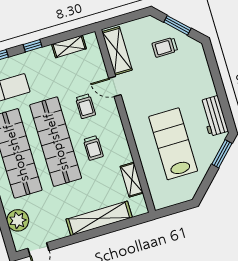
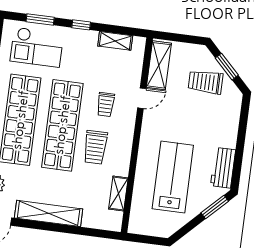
trolley: (165, 47) -> (206, 82), width x1.36, depth x1.39
door: (115, 87) -> (142, 98), swing flipped
trolley: (93, 148) -> (95, 147), width x1.36, depth x1.39
shelving: (99, 218) -> (49, 213), moved

